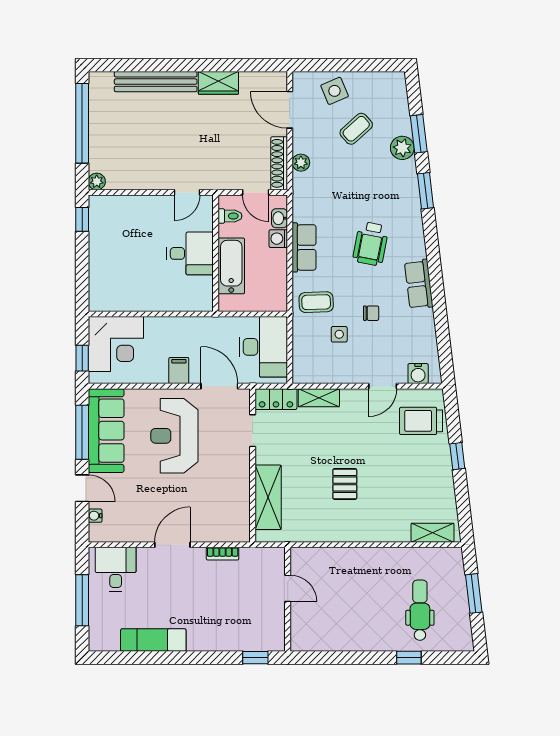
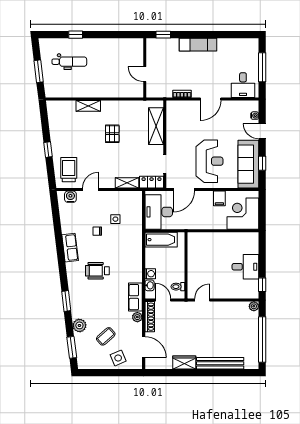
window: (419, 134) -> (72, 347), moved
wheelchair: (371, 244) -> (97, 271), turned -101
row of seats: (304, 247) -> (135, 297), moved
desk: (190, 253) -> (245, 267), moved, turned 180
bathtub: (231, 266) -> (161, 240), moved, turned -90
coffee table: (316, 302) -> (129, 237), removed
window: (82, 358) -> (262, 206), removed
filing cabinet: (179, 370) -> (219, 198), moved
door: (219, 386) -> (184, 190), hinge flipped
trolley: (421, 421) -> (69, 170), turned -90
window: (82, 432) -> (262, 163), width x0.46
shelving: (433, 533) -> (88, 106), moved
dental chair: (420, 610) -> (69, 62), turned -90
exam couch: (153, 640) -> (198, 45), moved

